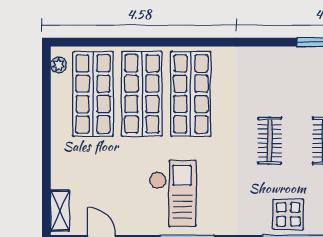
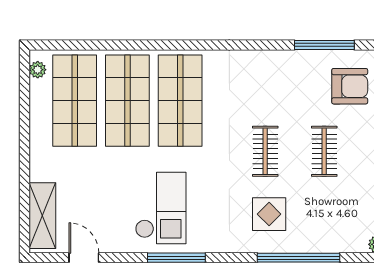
shelving: (60, 211) -> (42, 216), width x1.50, depth x1.33
display table: (288, 214) -> (269, 214), moved

